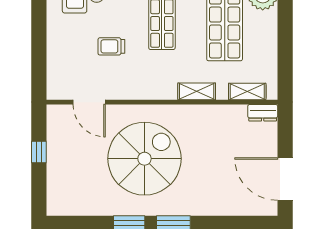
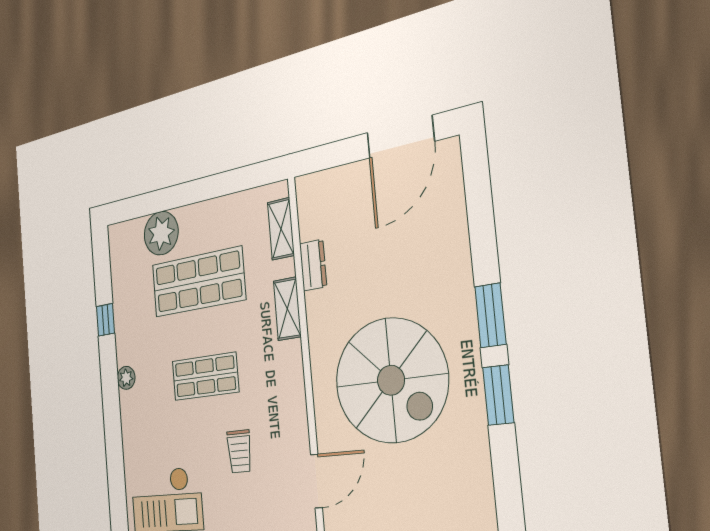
dresser: (263, 113) -> (313, 265), moved
spiral stairs: (144, 159) -> (391, 380), turned 180

